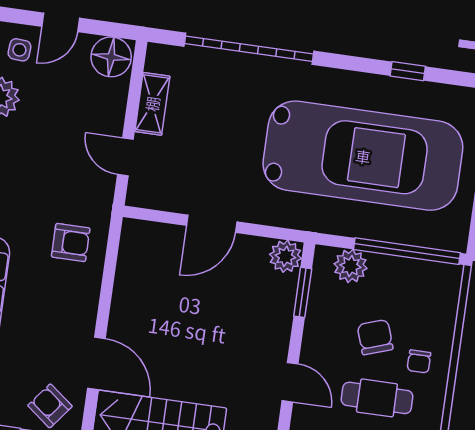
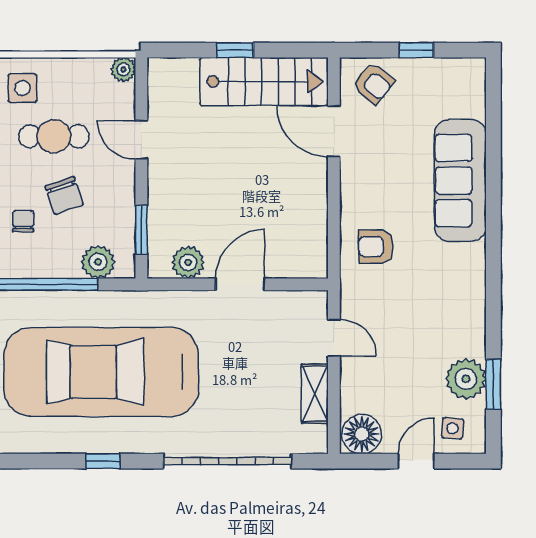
window: (408, 71) -> (103, 461), moved
plant: (285, 256) -> (188, 262), moved
chair: (419, 361) -> (23, 221), moved

